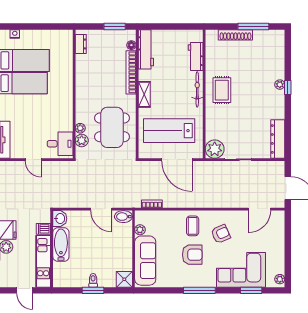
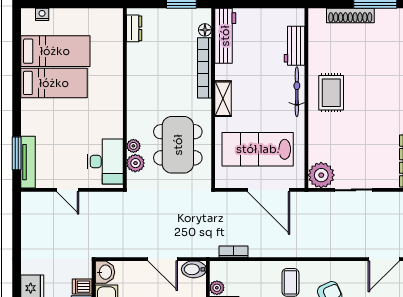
desk: (60, 144) -> (105, 162), width x1.37

